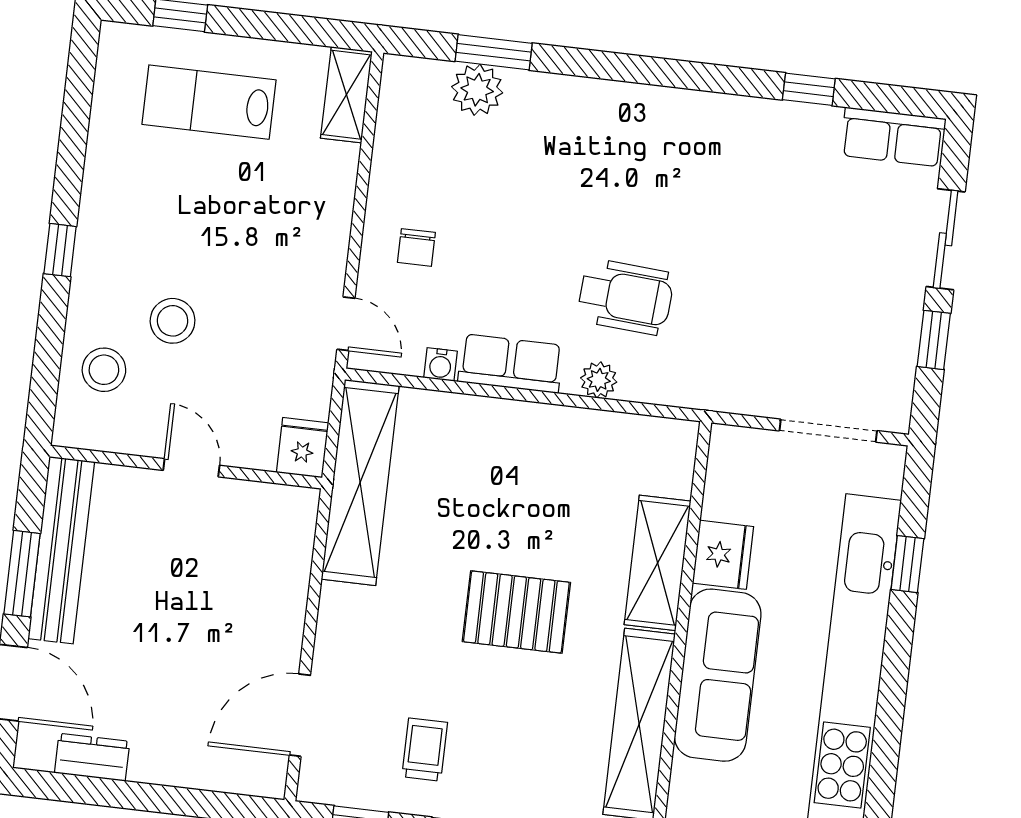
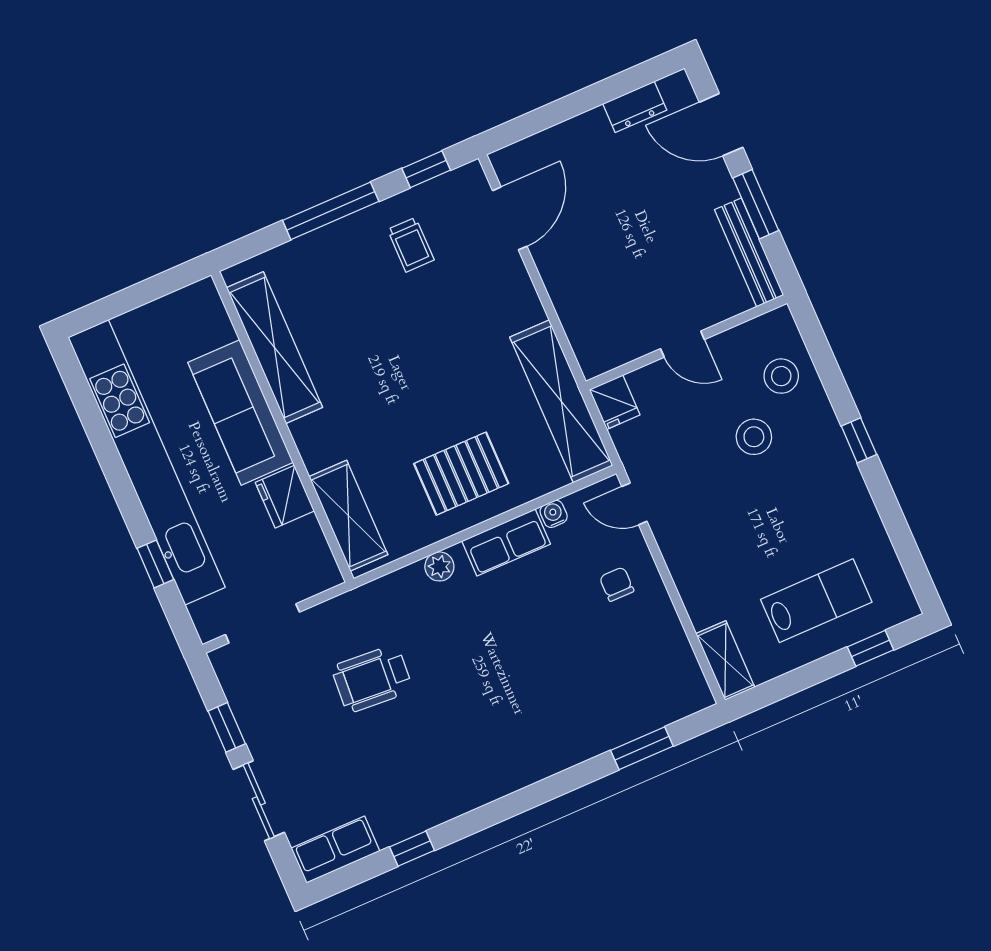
plant: (477, 90) -> (638, 716), removed
wheelchair: (626, 297) -> (372, 679), moved
bench: (61, 550) -> (749, 252), width x0.73, depth x0.82
shelving: (658, 563) -> (348, 516), moved
pallet: (516, 612) -> (461, 474), moved

